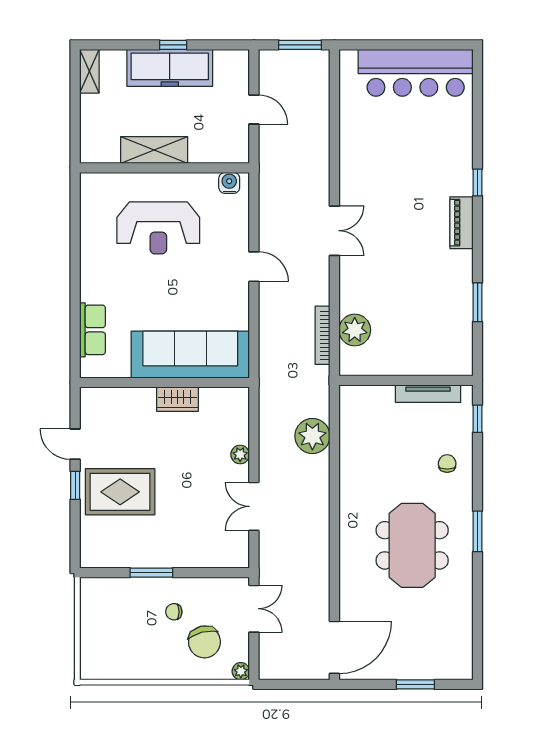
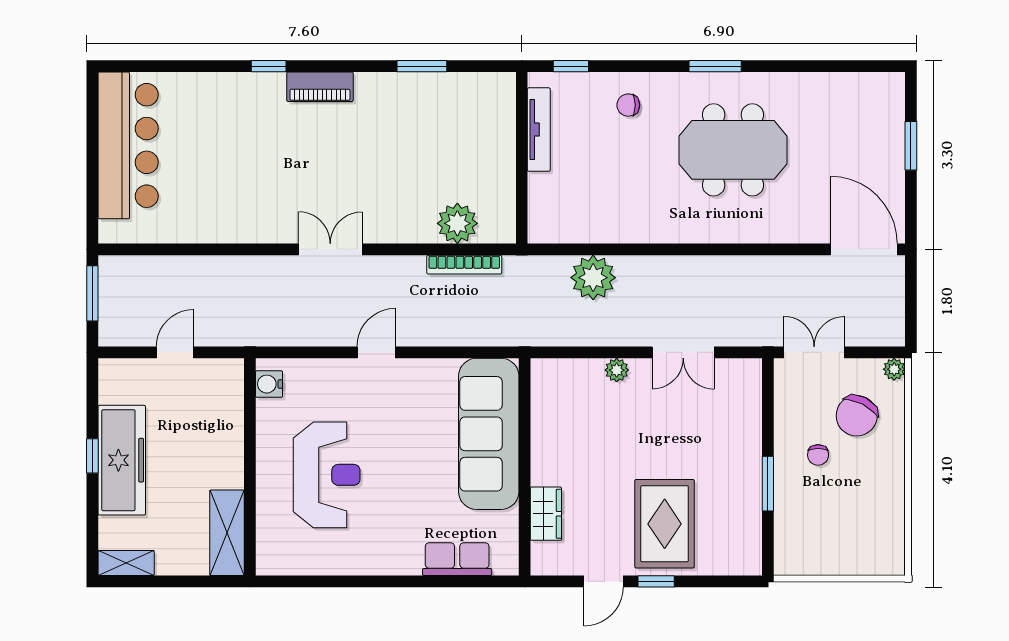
shelving: (154, 150) -> (227, 533), moved
wardrobe: (177, 399) -> (546, 514), moved
chair: (204, 642) -> (857, 416), turned 131

